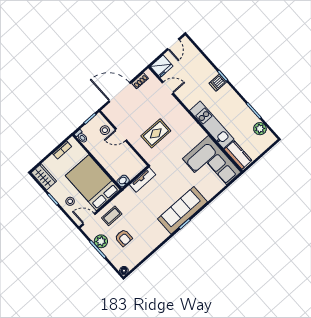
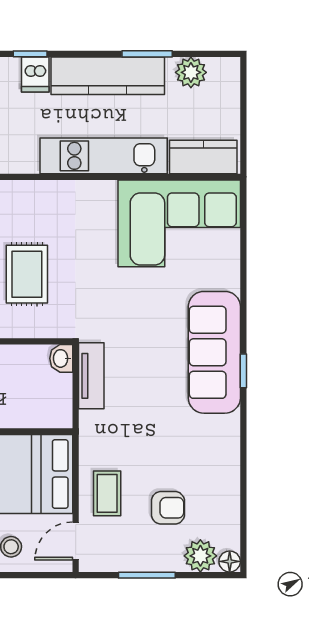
kitchen counter: (237, 105) -> (108, 76), added
washbasin: (123, 181) -> (61, 358), moved
plant: (101, 241) -> (200, 556), moved

